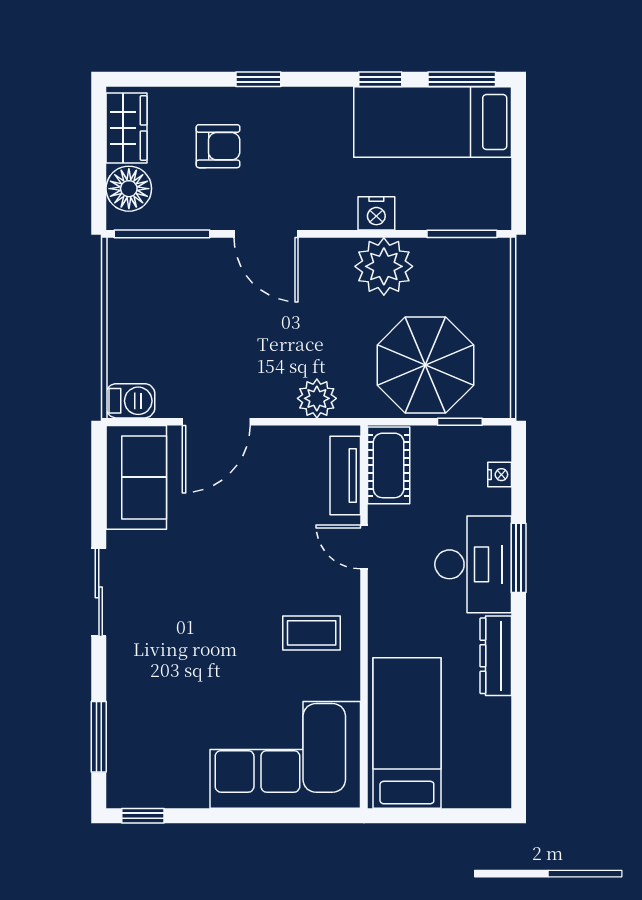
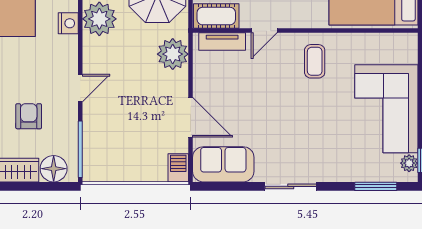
door: (266, 234) -> (80, 88), width x0.73
plant: (317, 398) -> (173, 54), width x1.36, depth x1.36
corner sofa: (285, 755) -> (386, 109), moved
plant: (138, 794) -> (409, 163), added

